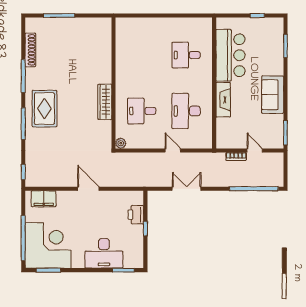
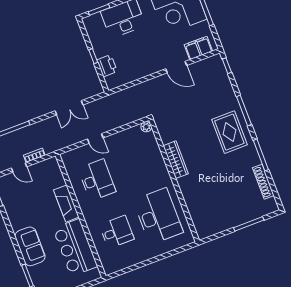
sofa: (273, 95) -> (30, 246), moved
desk: (142, 111) -> (158, 216), moved, width x1.87, depth x1.30
door: (88, 189) -> (176, 67), moved

